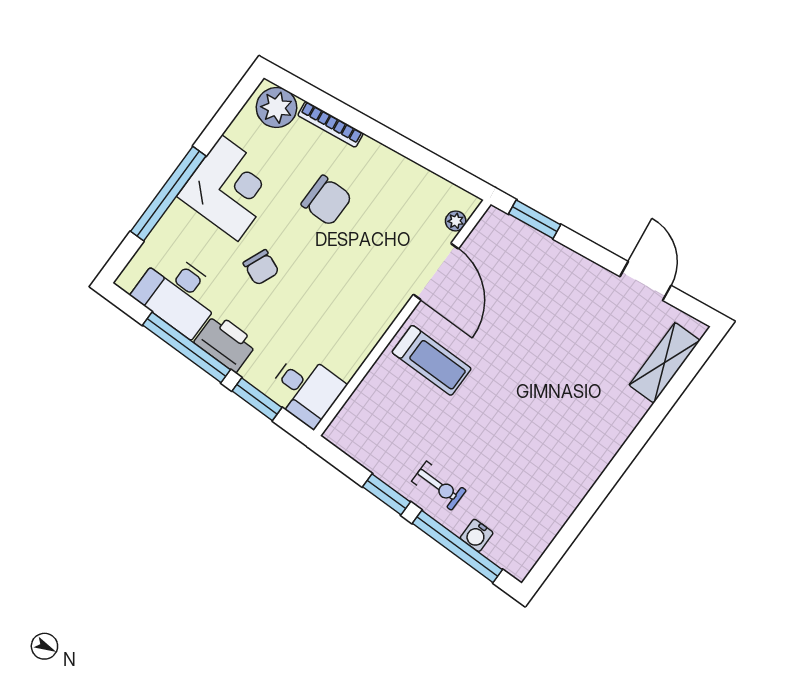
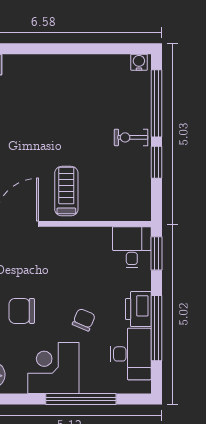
chair: (327, 201) -> (22, 311), turned -90
window: (257, 399) -> (156, 253), moved
exercise bike: (439, 486) -> (131, 137), turned -90
water cooler: (477, 535) -> (139, 62), moved, turned -90

